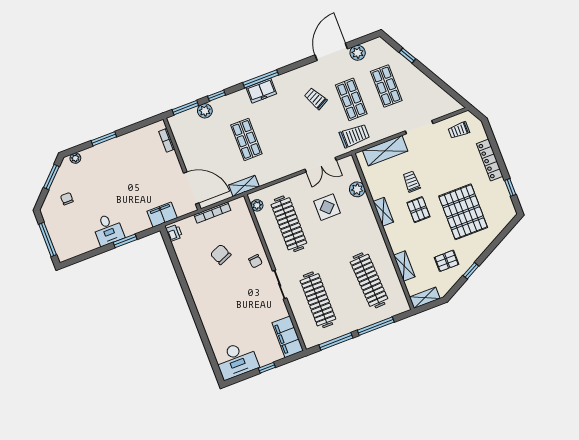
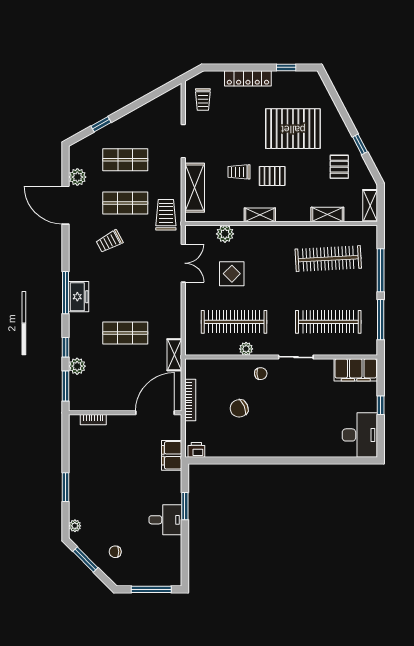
plant: (257, 205) -> (246, 349), moved

